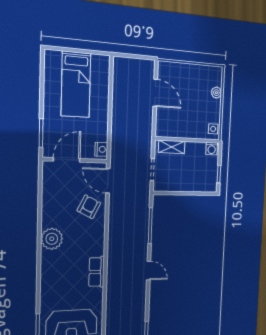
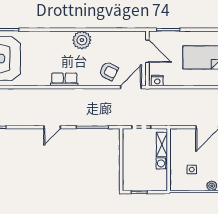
side table: (213, 129) -> (192, 170), moved
washing machine: (212, 149) -> (162, 163), moved
row of seats: (97, 272) -> (64, 79), moved

